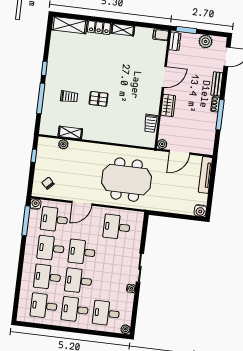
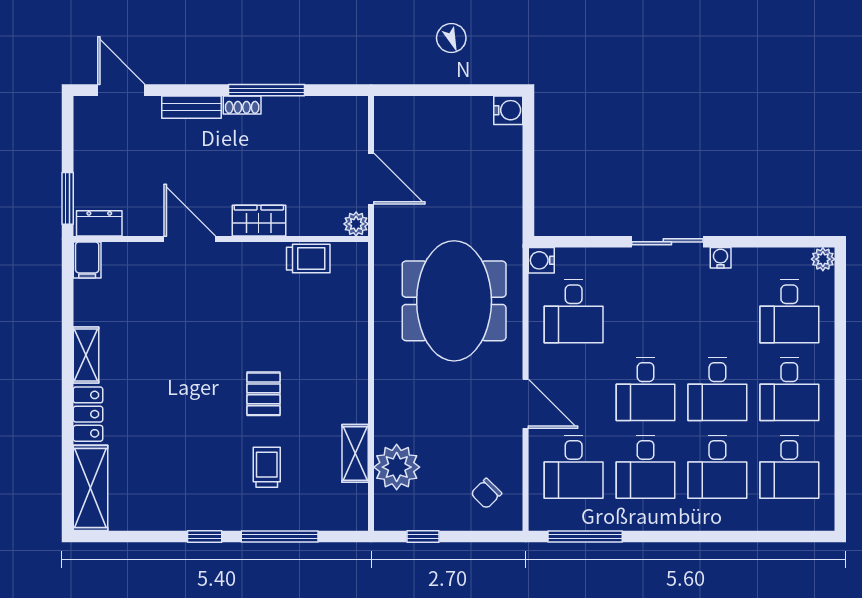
plant: (206, 41) -> (90, 148), removed
plant: (63, 144) -> (397, 467), width x1.88, depth x1.88
tv unit: (205, 175) -> (419, 108), removed
water cooler: (35, 204) -> (541, 260), moved

